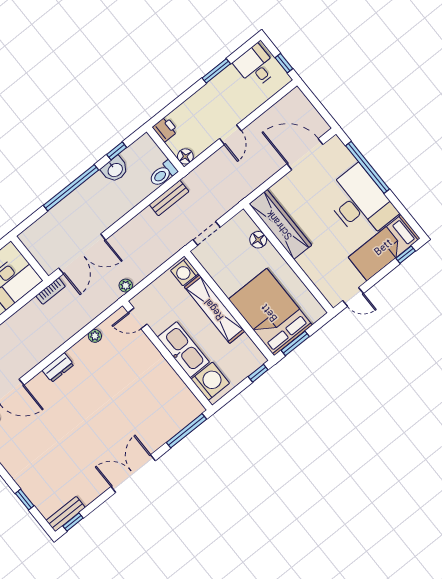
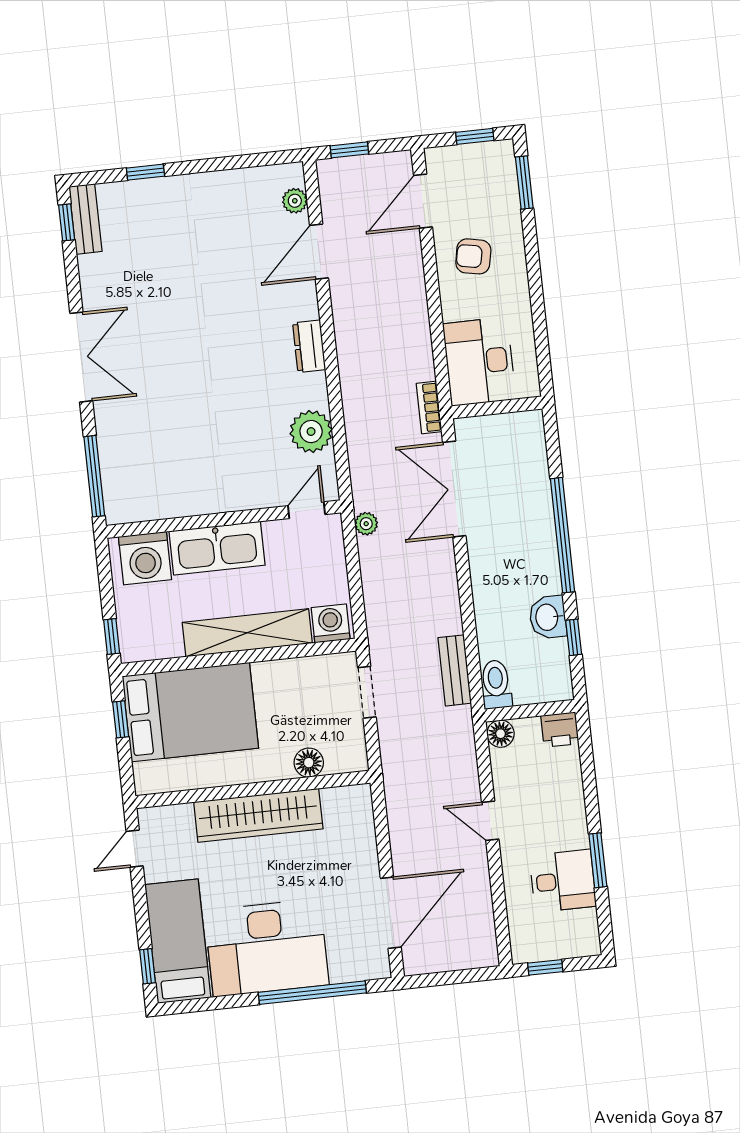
desk: (256, 66) -> (563, 881), moved
wardrobe: (280, 224) -> (258, 815), moved
plant: (95, 336) -> (311, 432), width x1.88, depth x1.88
window: (295, 343) -> (121, 719), width x0.67

